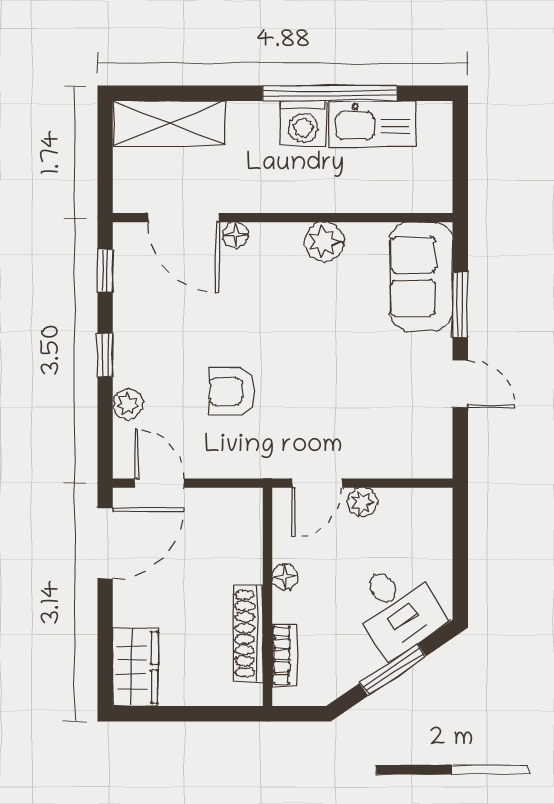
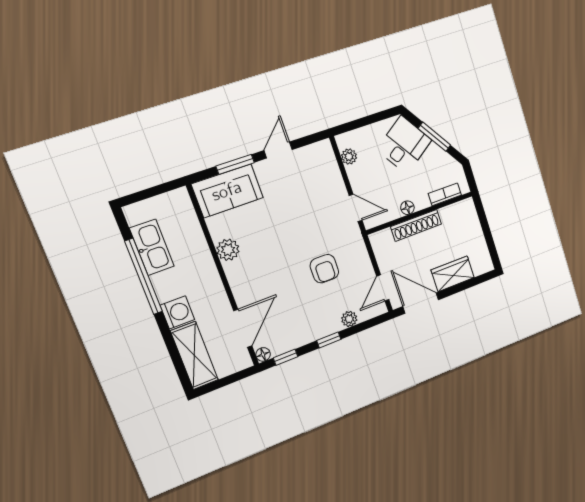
washing machine: (303, 123) -> (177, 312), moved
floor lamp: (235, 235) -> (263, 354), moved
plant: (362, 502) -> (349, 157), moved
shoe rack: (248, 634) -> (416, 225), moved
wardrobe: (135, 667) -> (453, 274), moved

